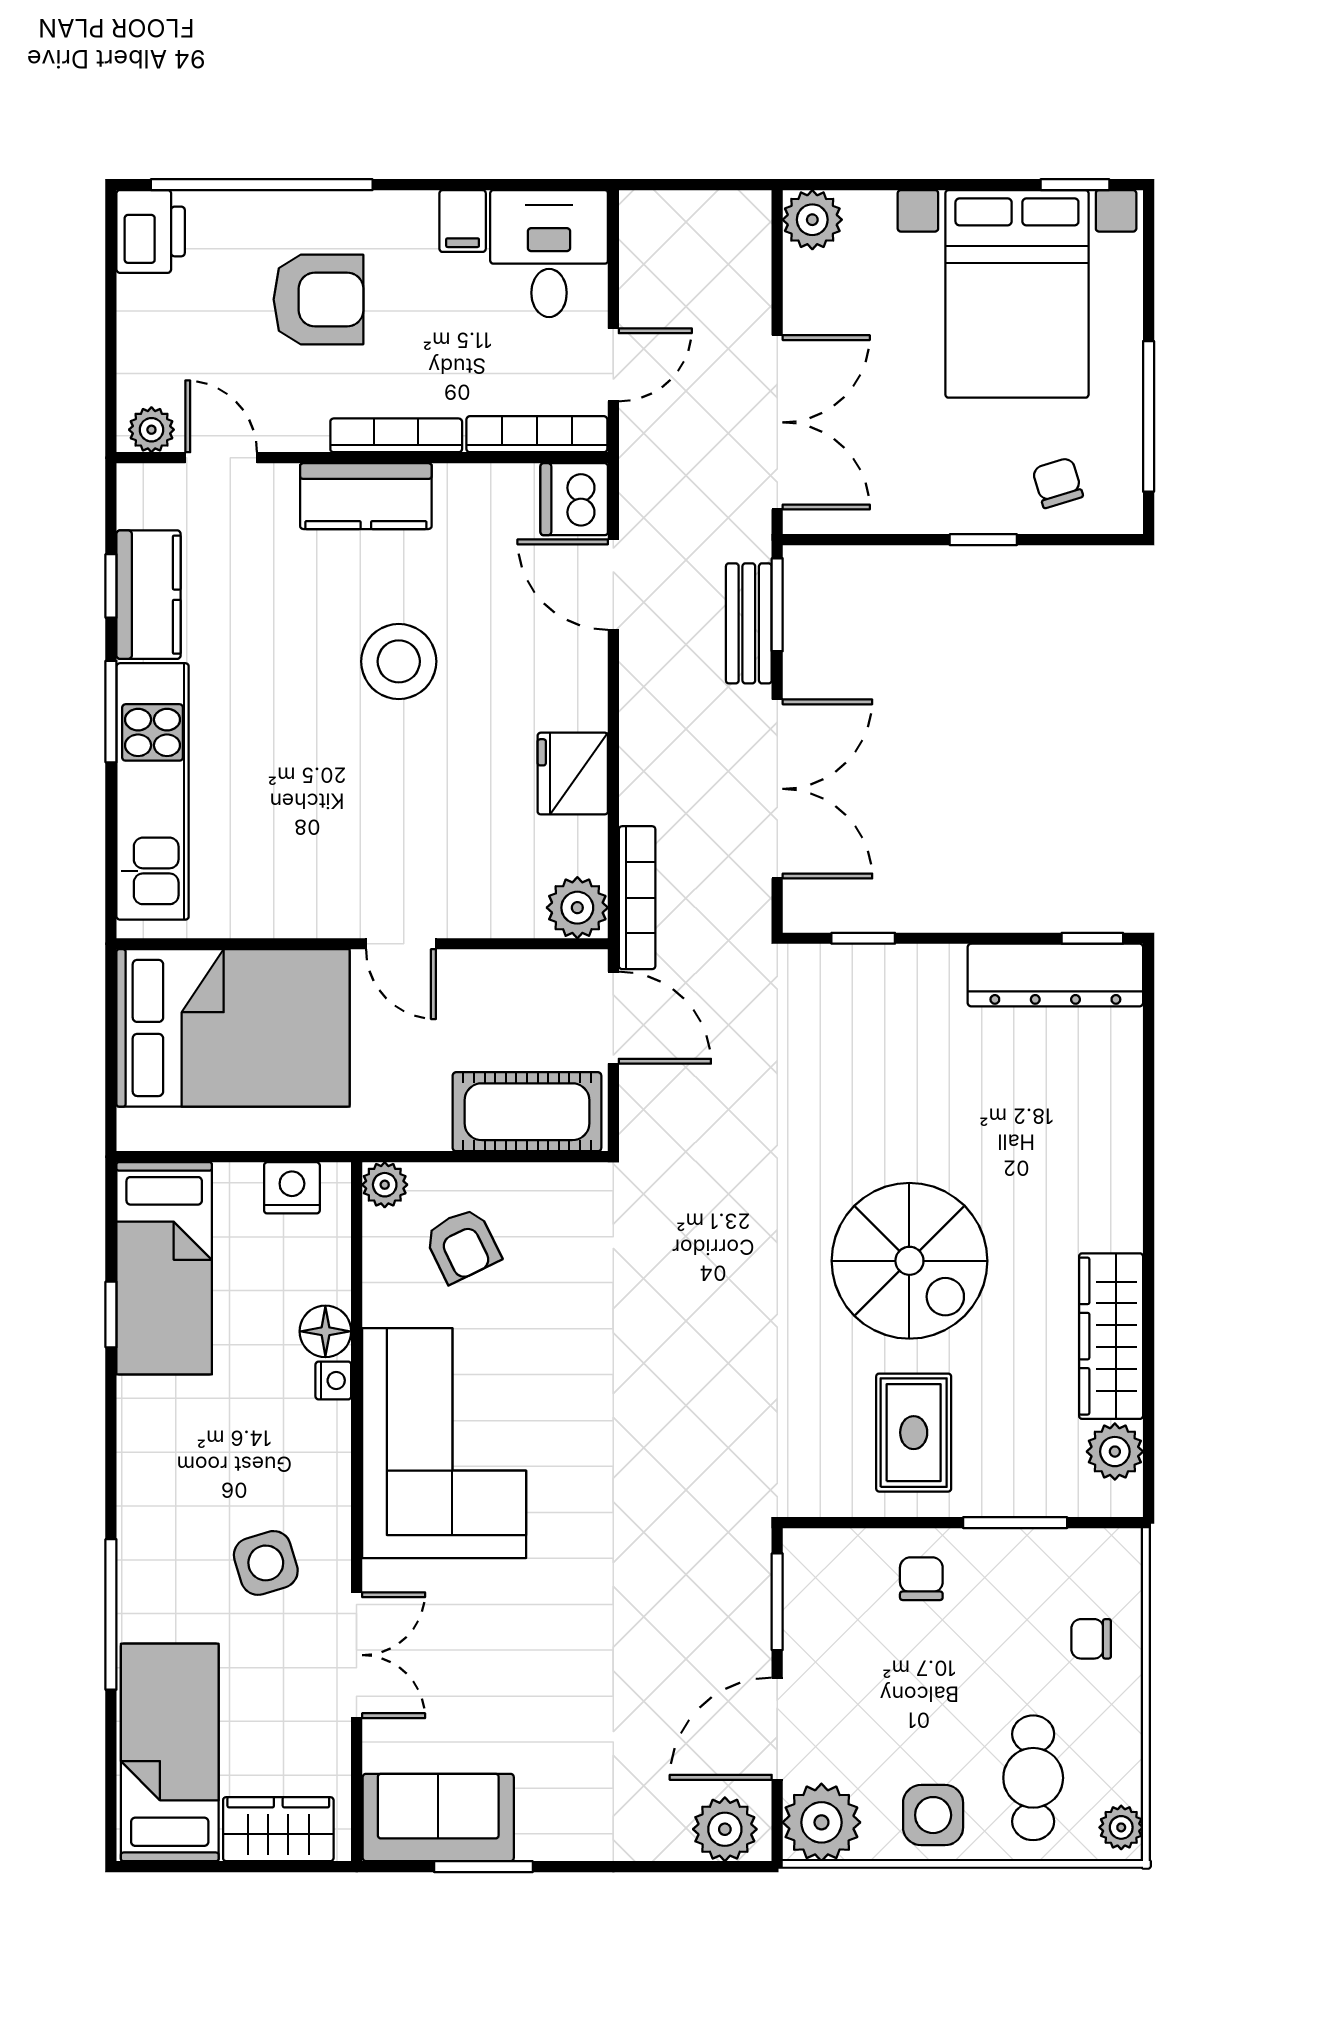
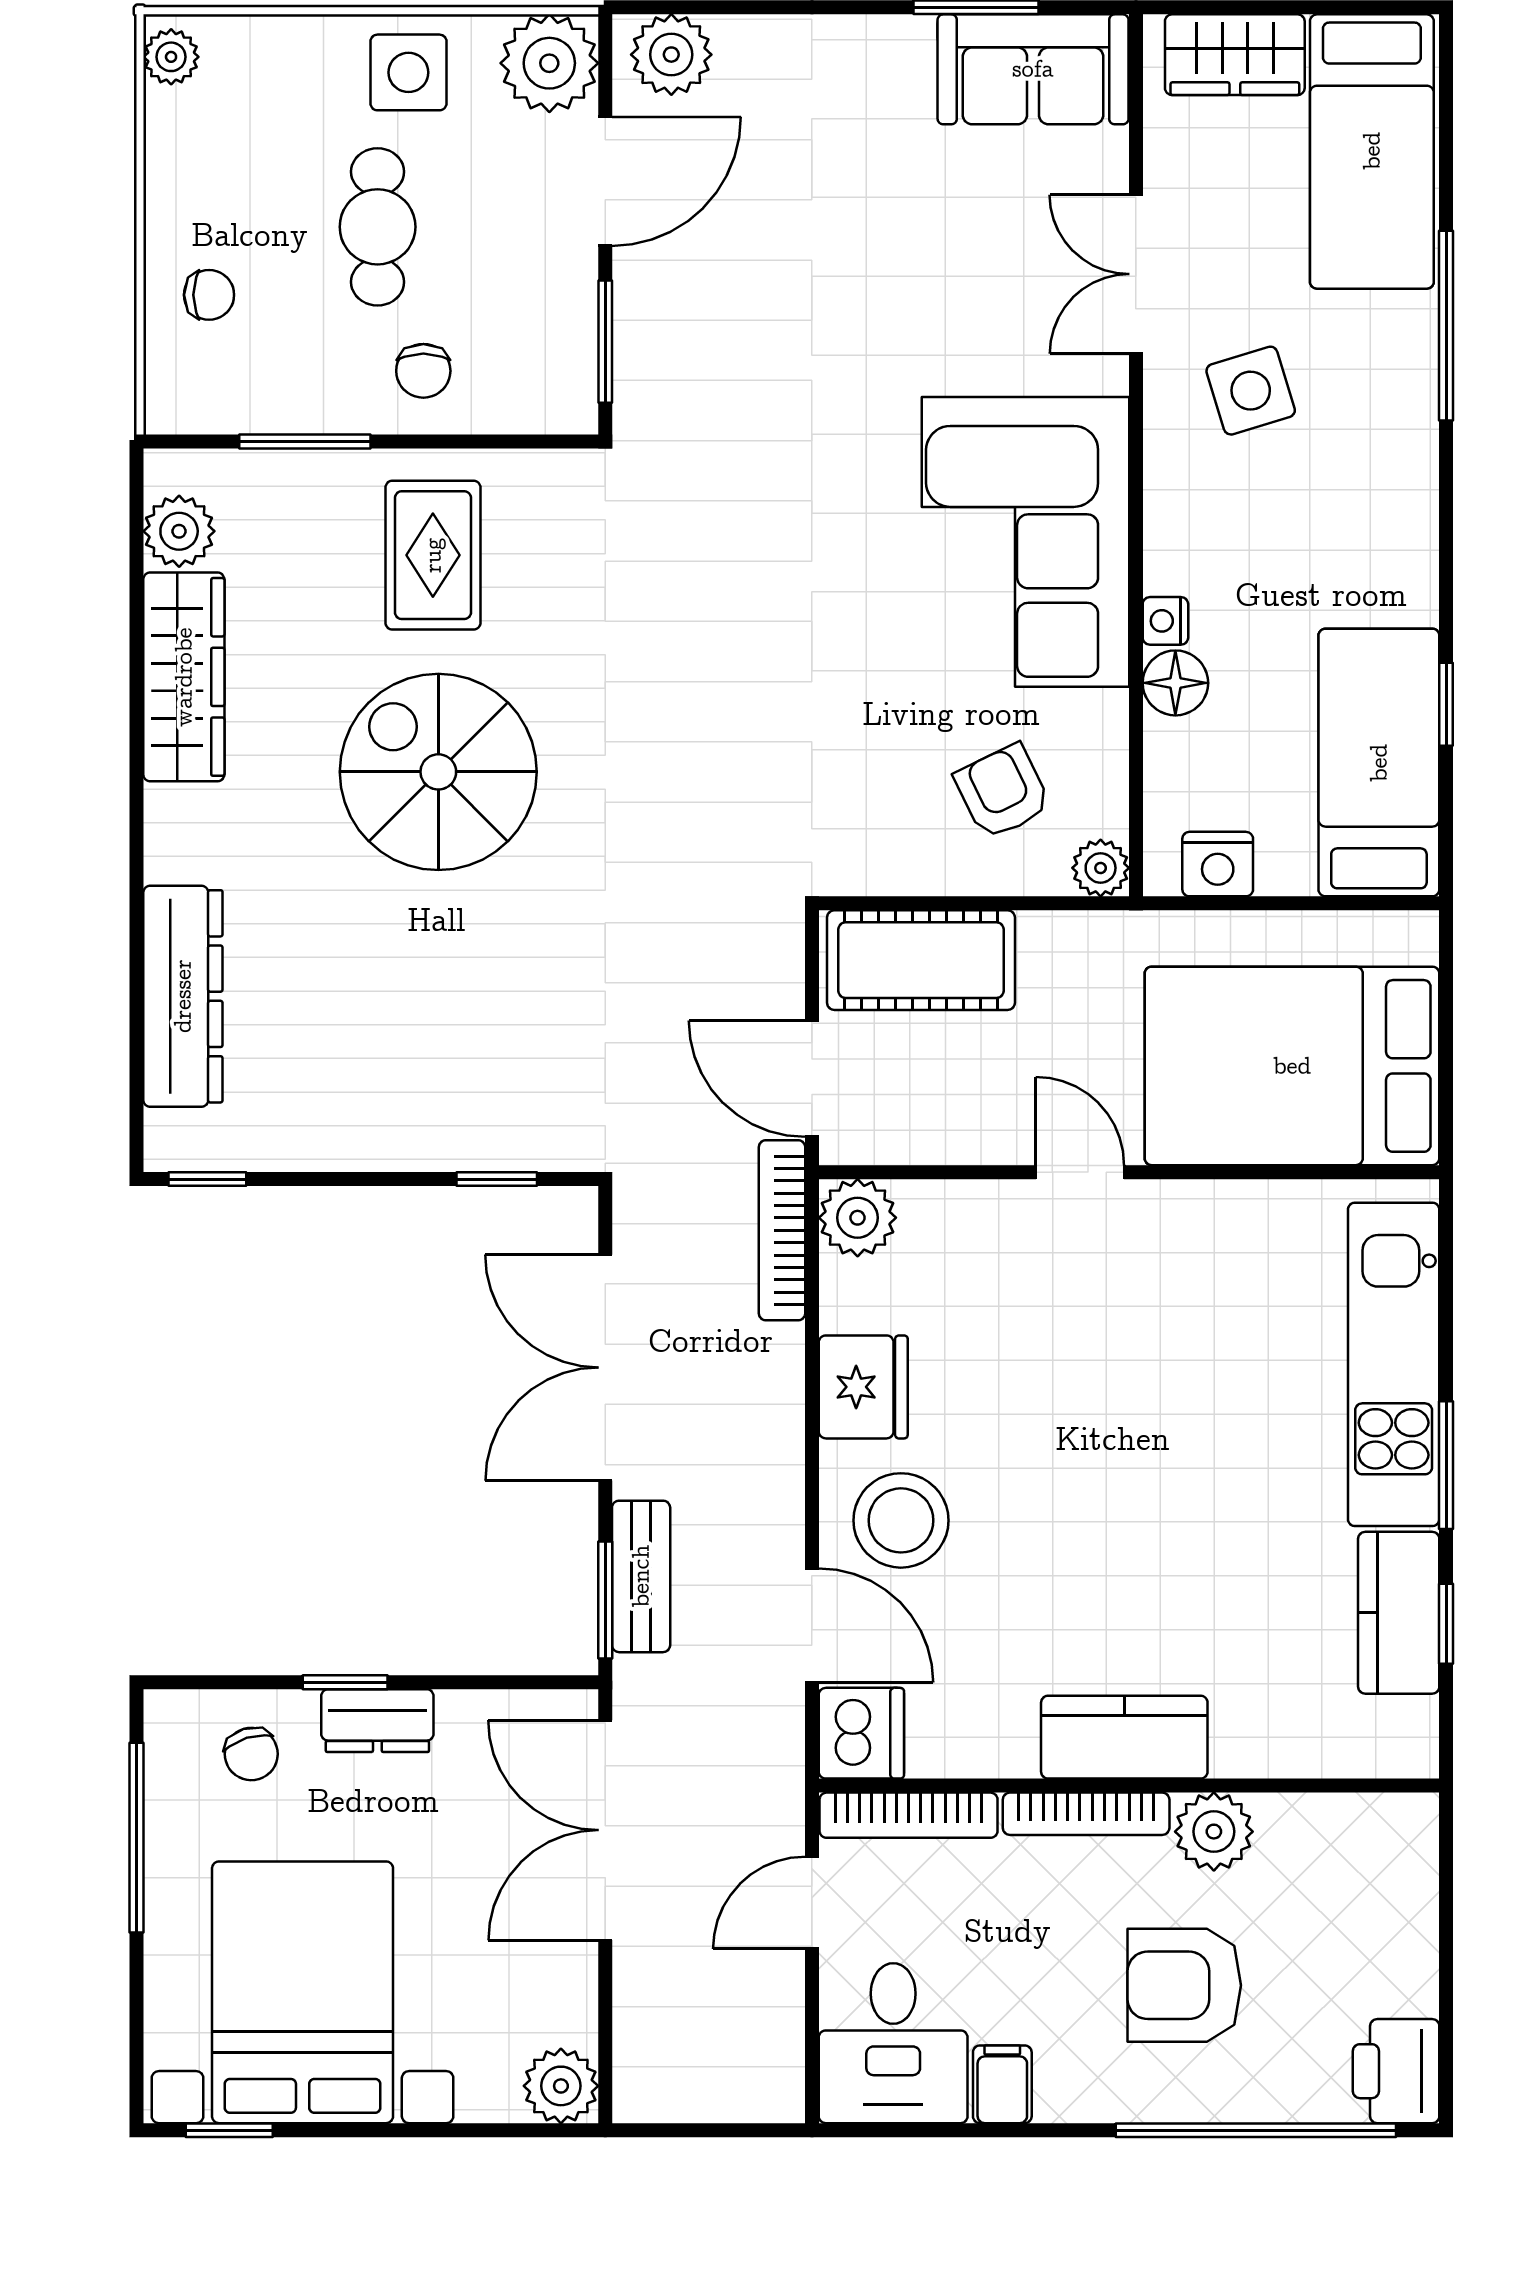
plant: (151, 430) -> (1214, 1832), moved, width x1.38, depth x1.38
door: (221, 458) -> (1307, 1786), removed
dresser: (958, 509) -> (377, 1721), added
stool: (399, 661) -> (901, 1520), moved
dresser: (1055, 975) -> (183, 996), moved, turned 90
cafe table: (1033, 1778) -> (378, 227), moved

